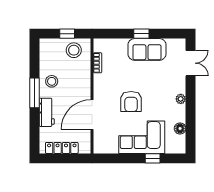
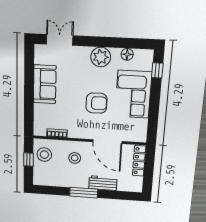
window: (141, 34) -> (29, 89), removed
stool: (52, 81) -> (75, 158), moved
plant: (181, 99) -> (101, 57), width x1.87, depth x1.87
locker: (62, 148) -> (139, 161), moved
window: (153, 158) -> (157, 70), moved

